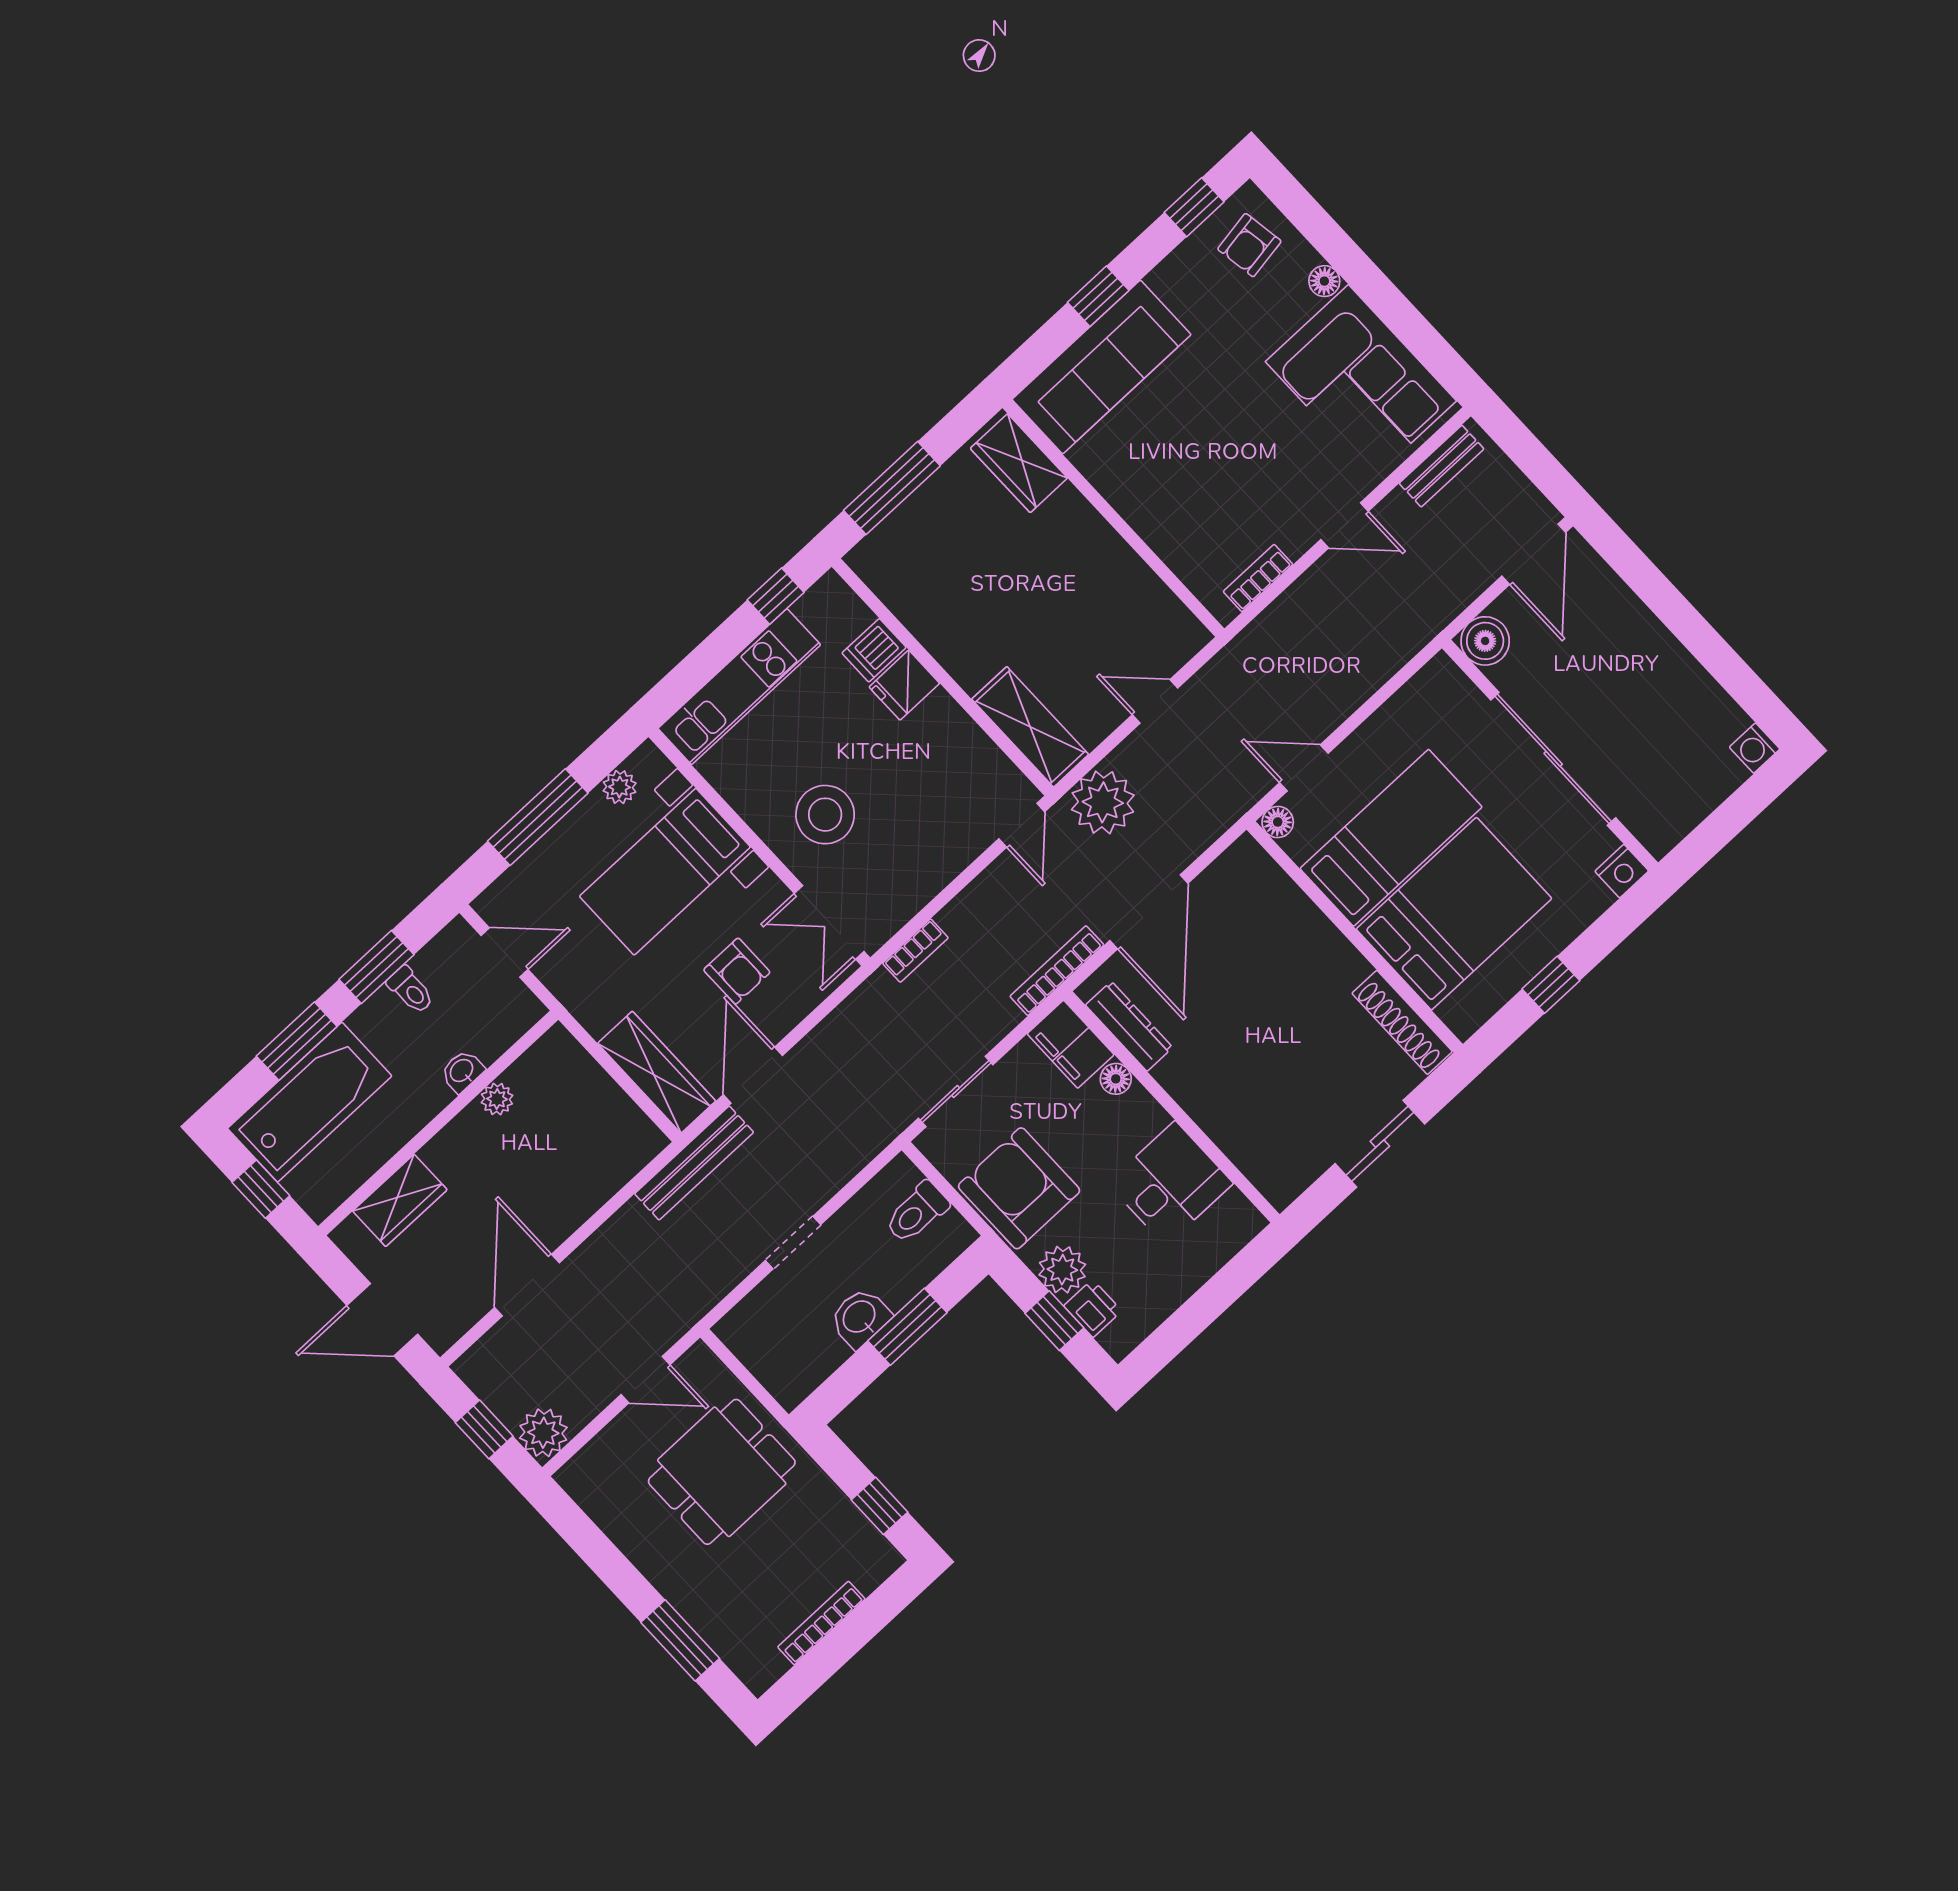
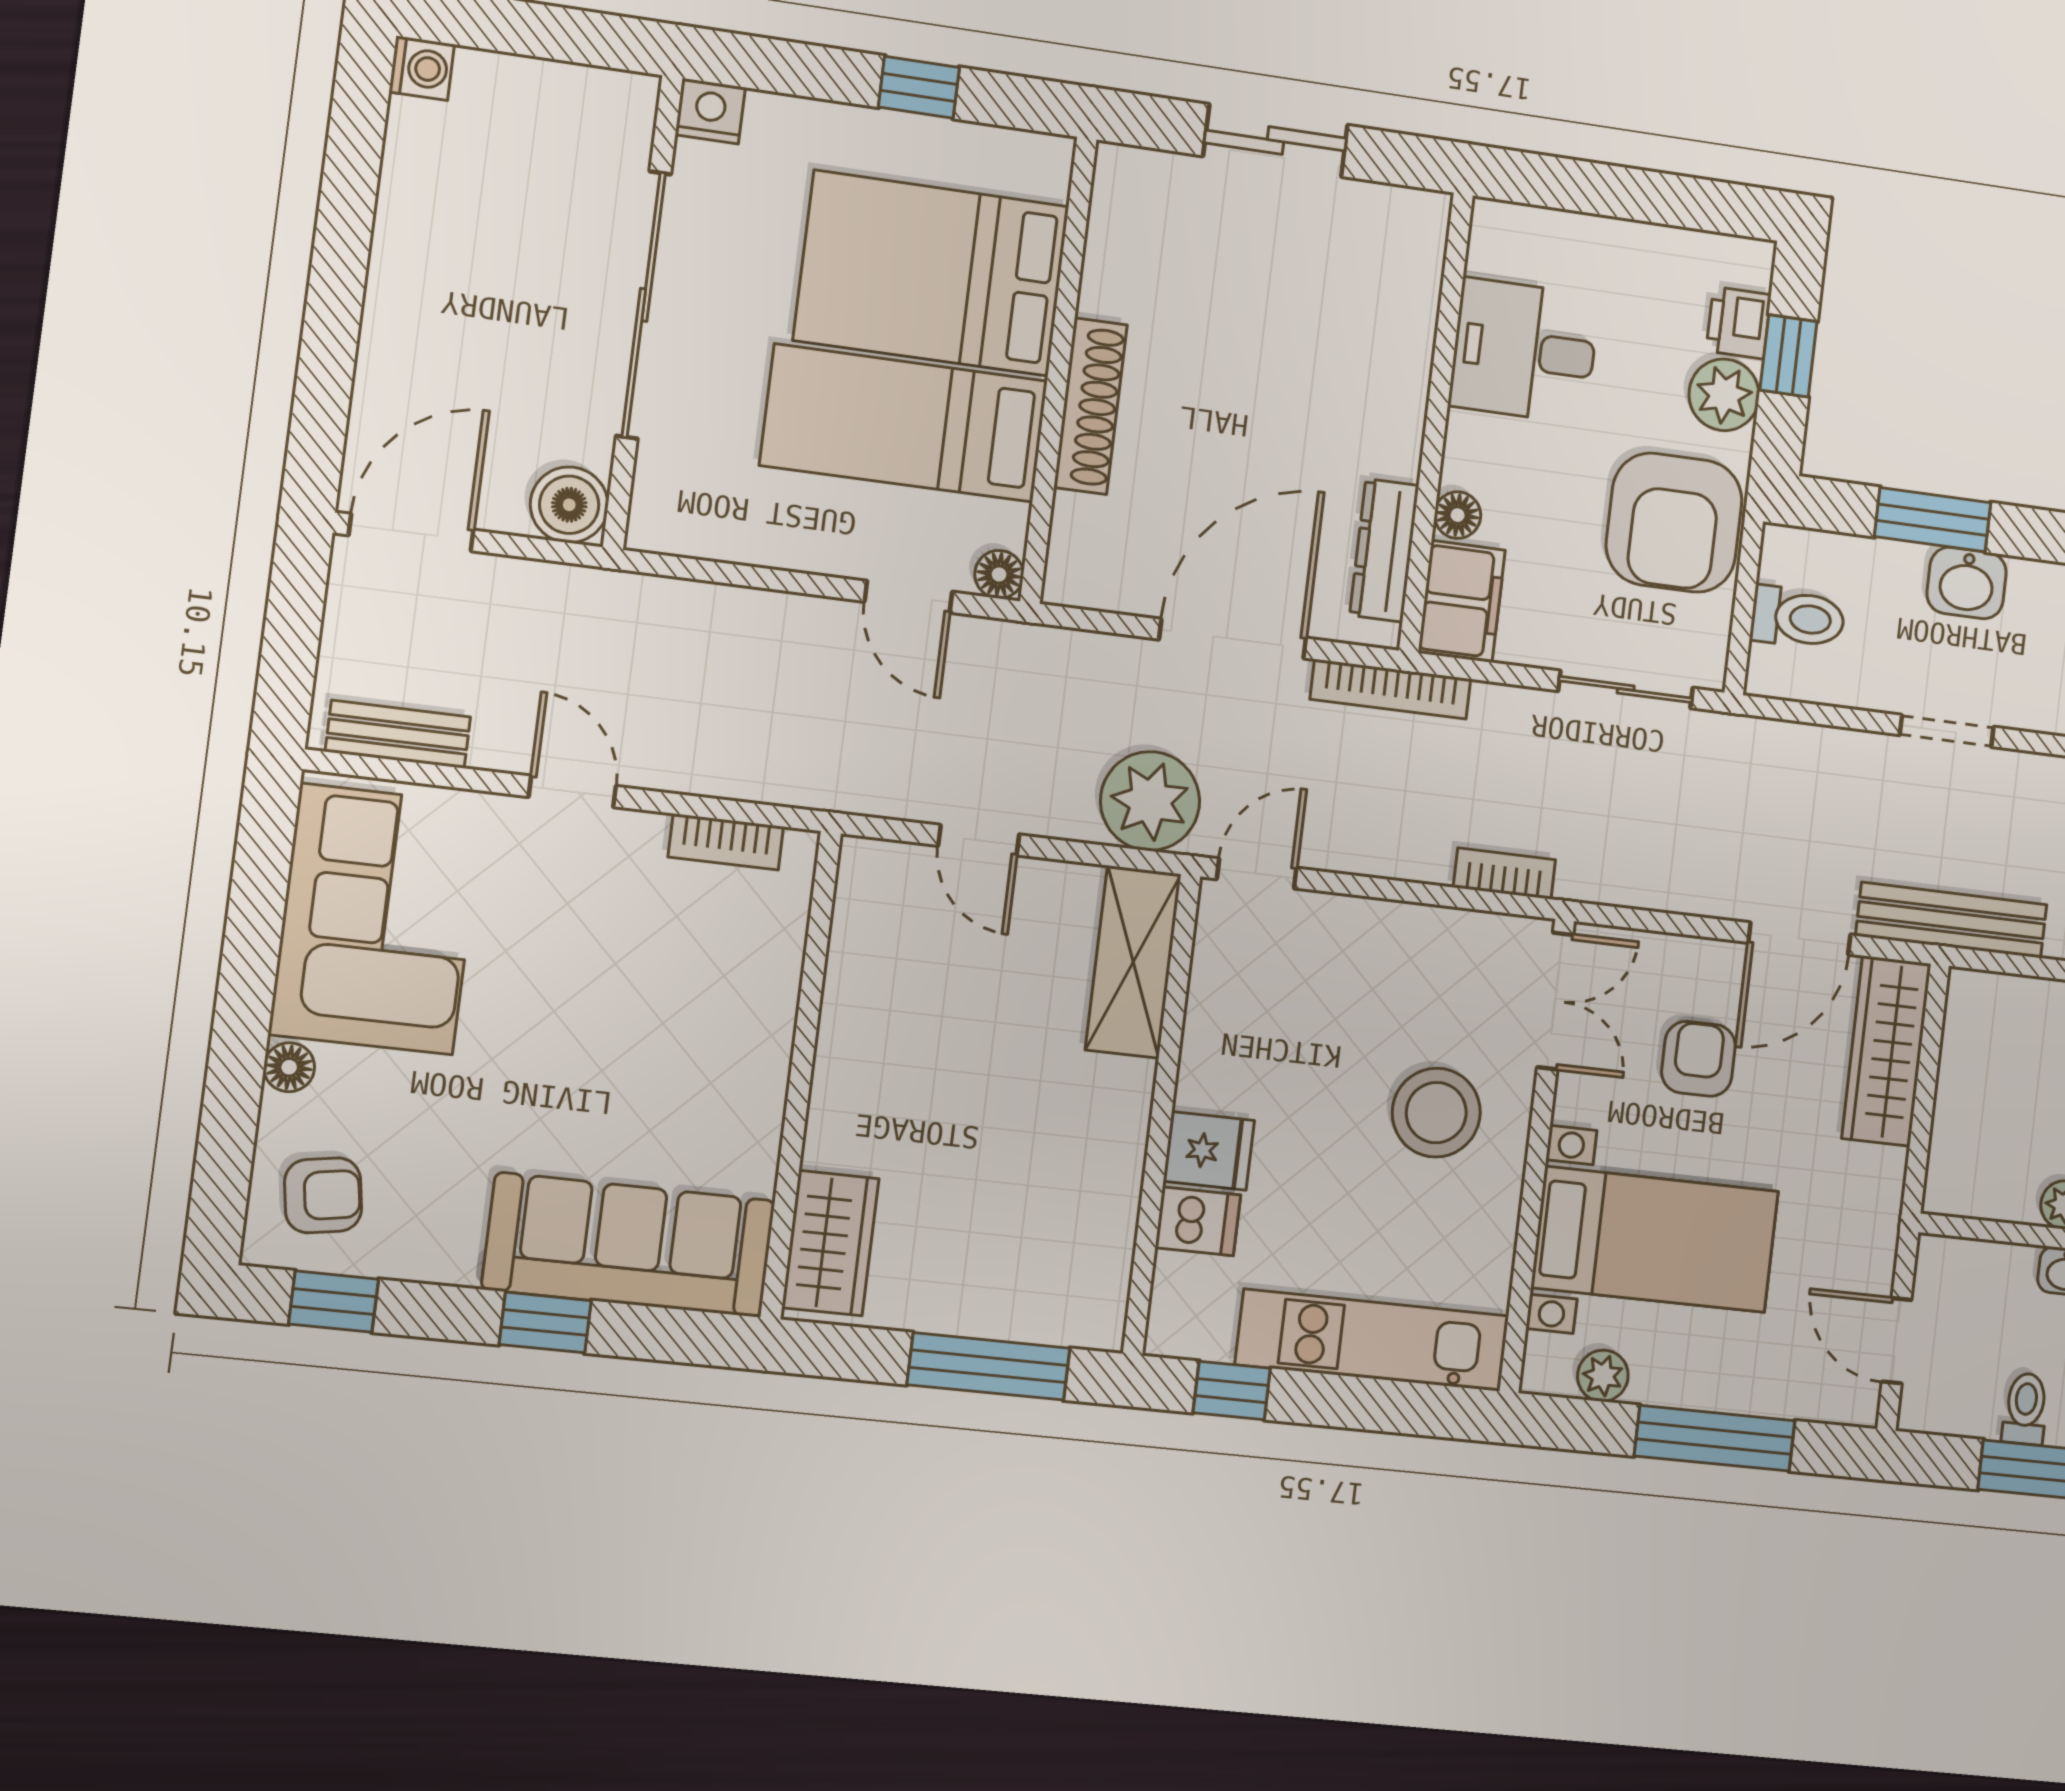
shoe rack: (1402, 1022) -> (1090, 406), moved

